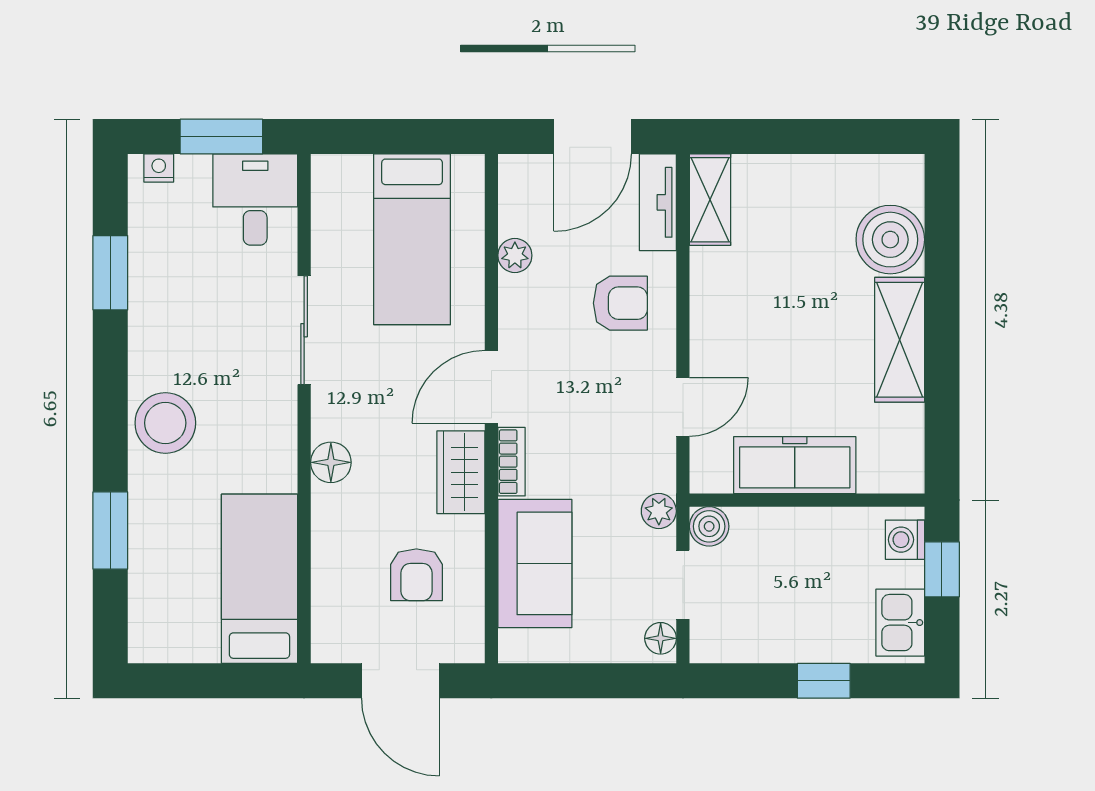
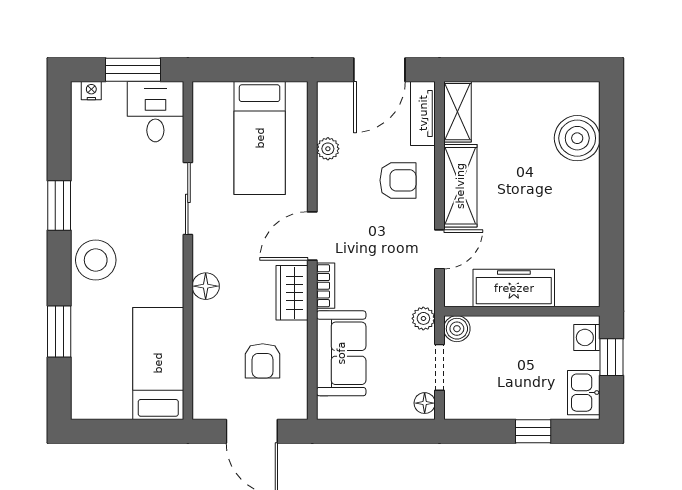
window: (110, 273) -> (59, 206), moved
shelving: (900, 340) -> (460, 186), moved

